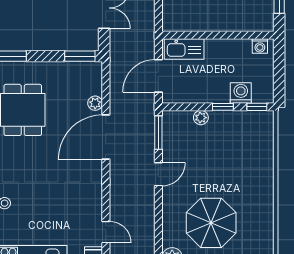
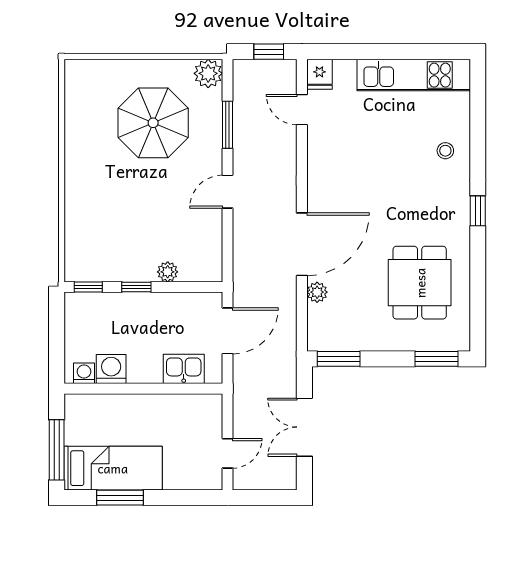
kitchen sink: (184, 49) -> (184, 369), width x0.73
washing machine: (241, 93) -> (111, 369), moved, turned 180
window: (158, 133) -> (228, 125), moved

